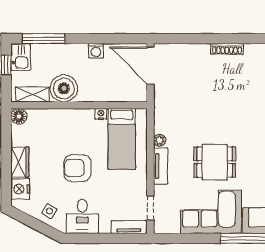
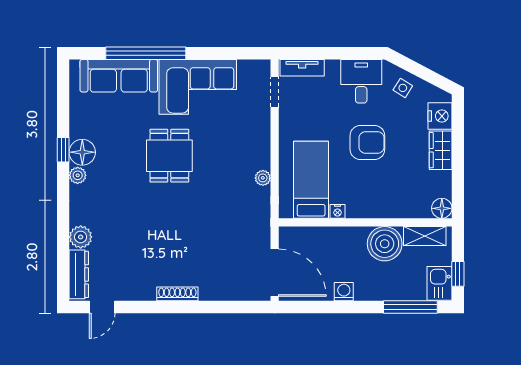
dining table: (215, 162) -> (169, 156), moved, turned 90
tv unit: (161, 166) -> (262, 145), removed

